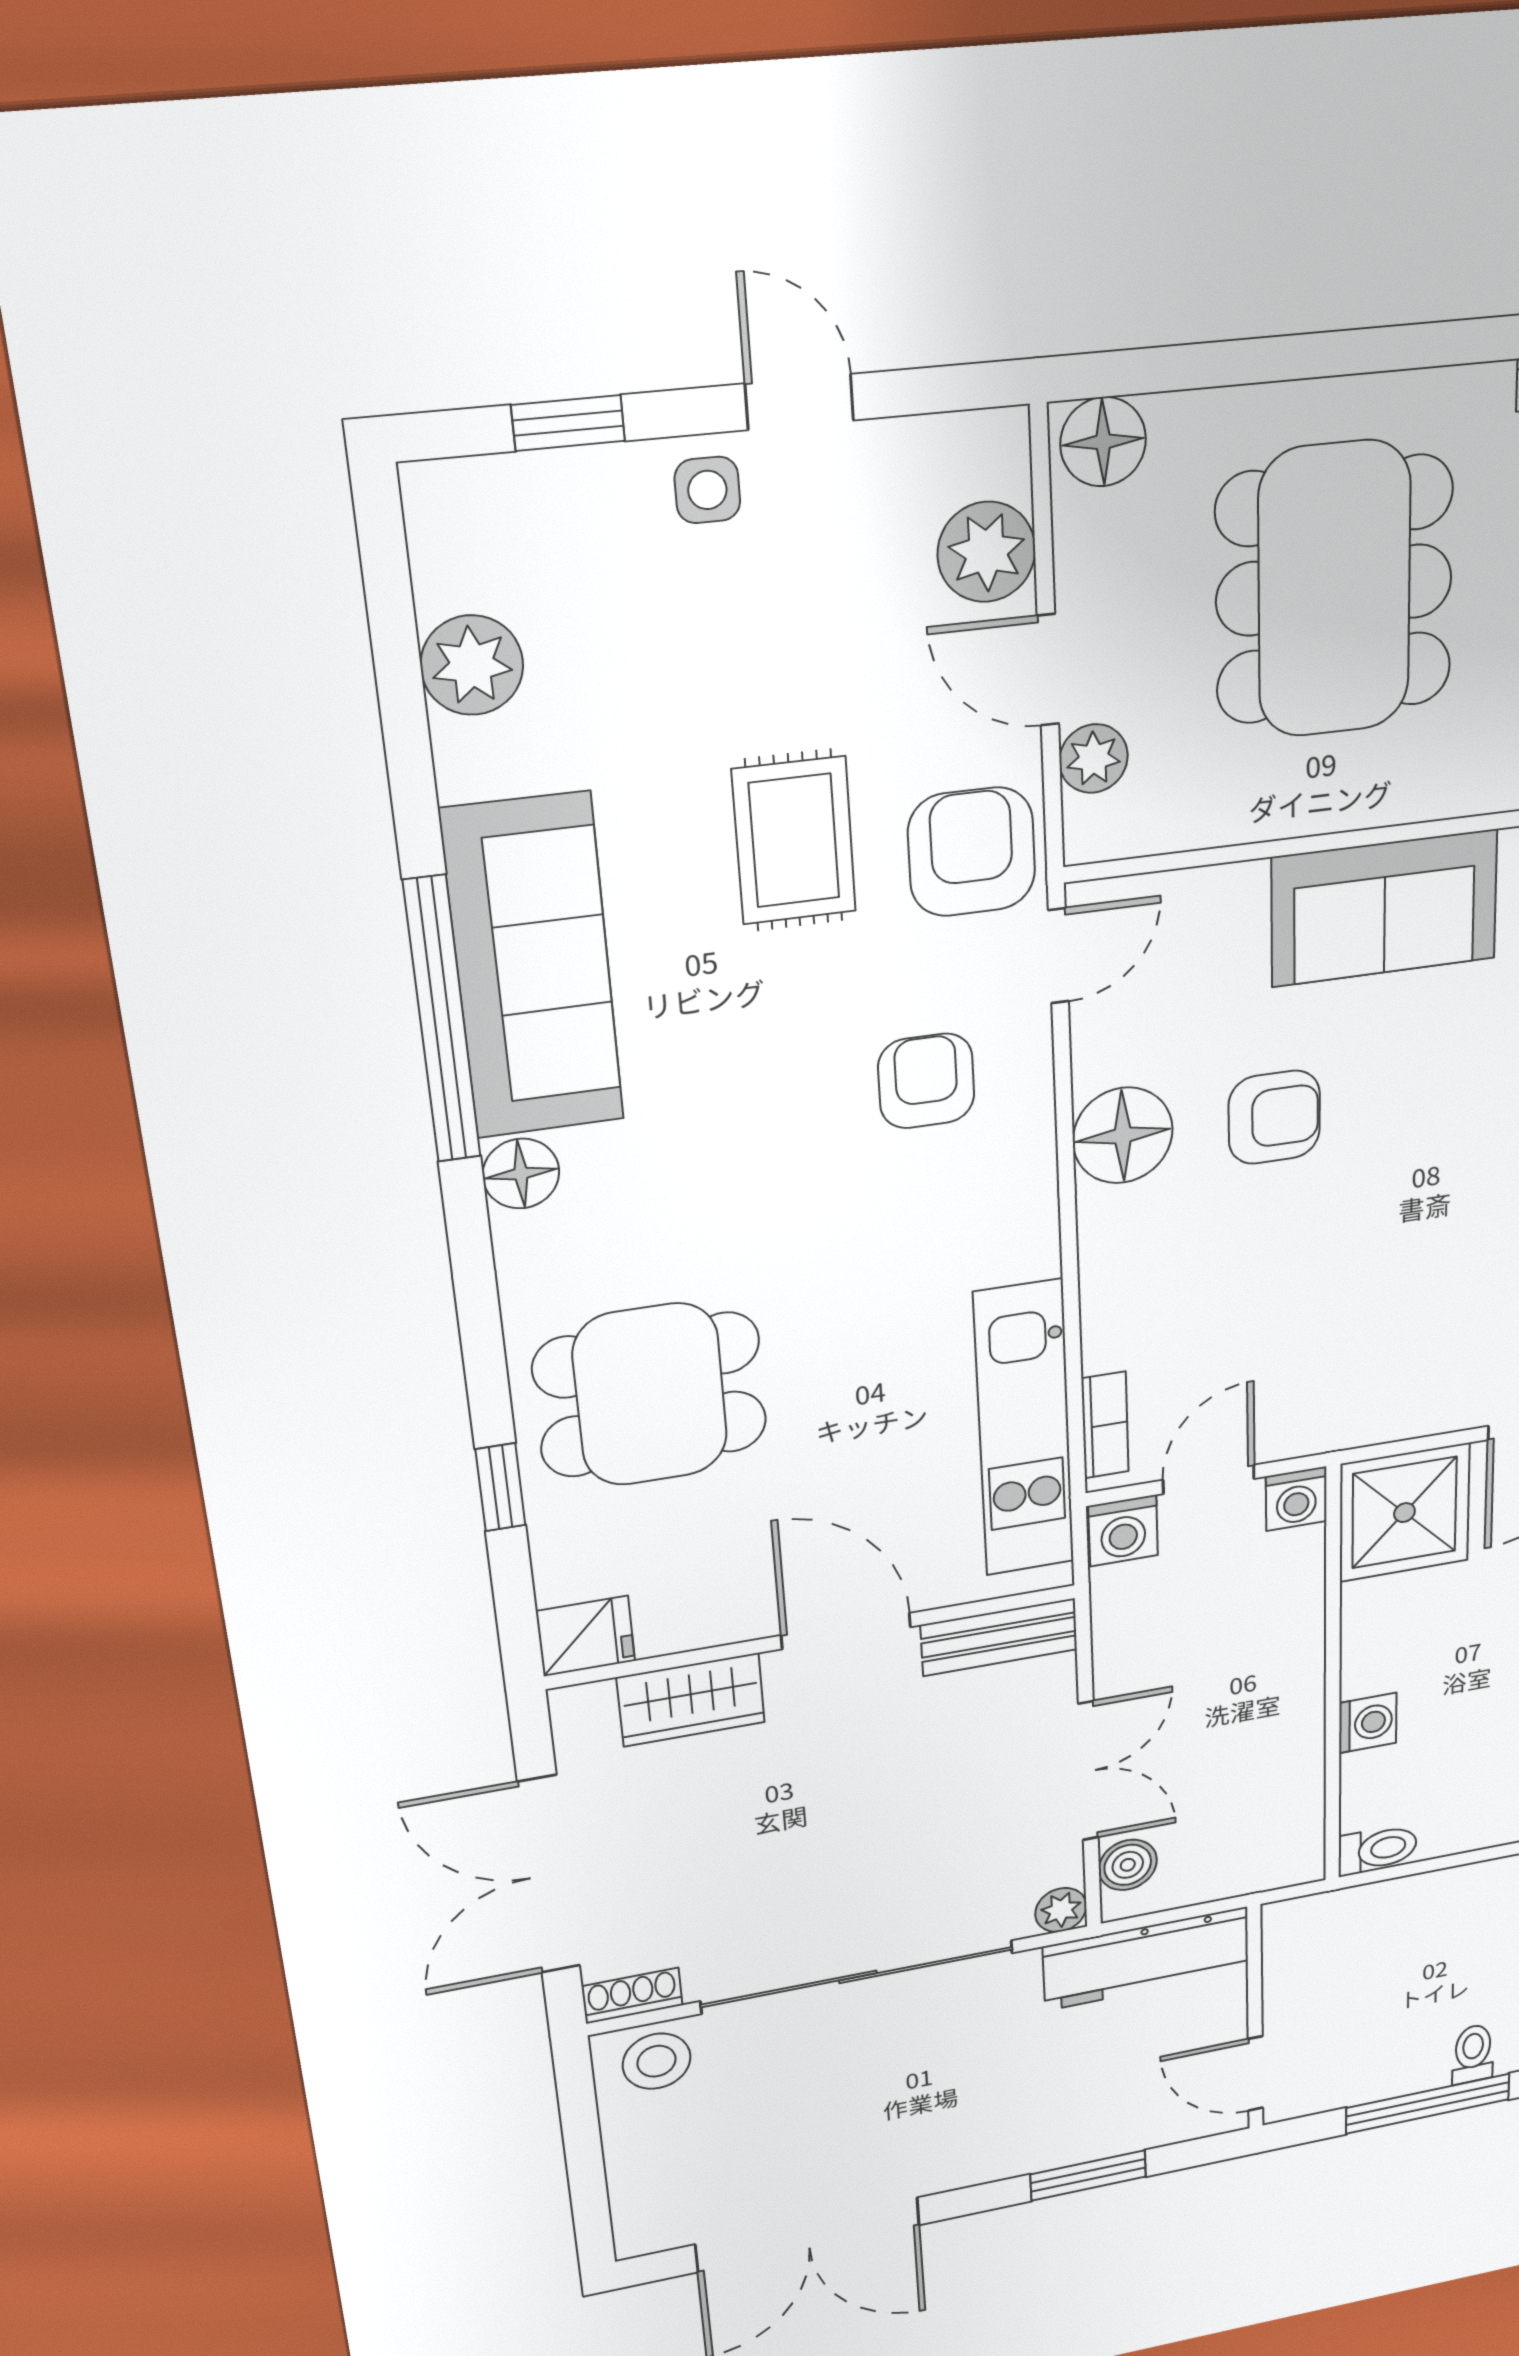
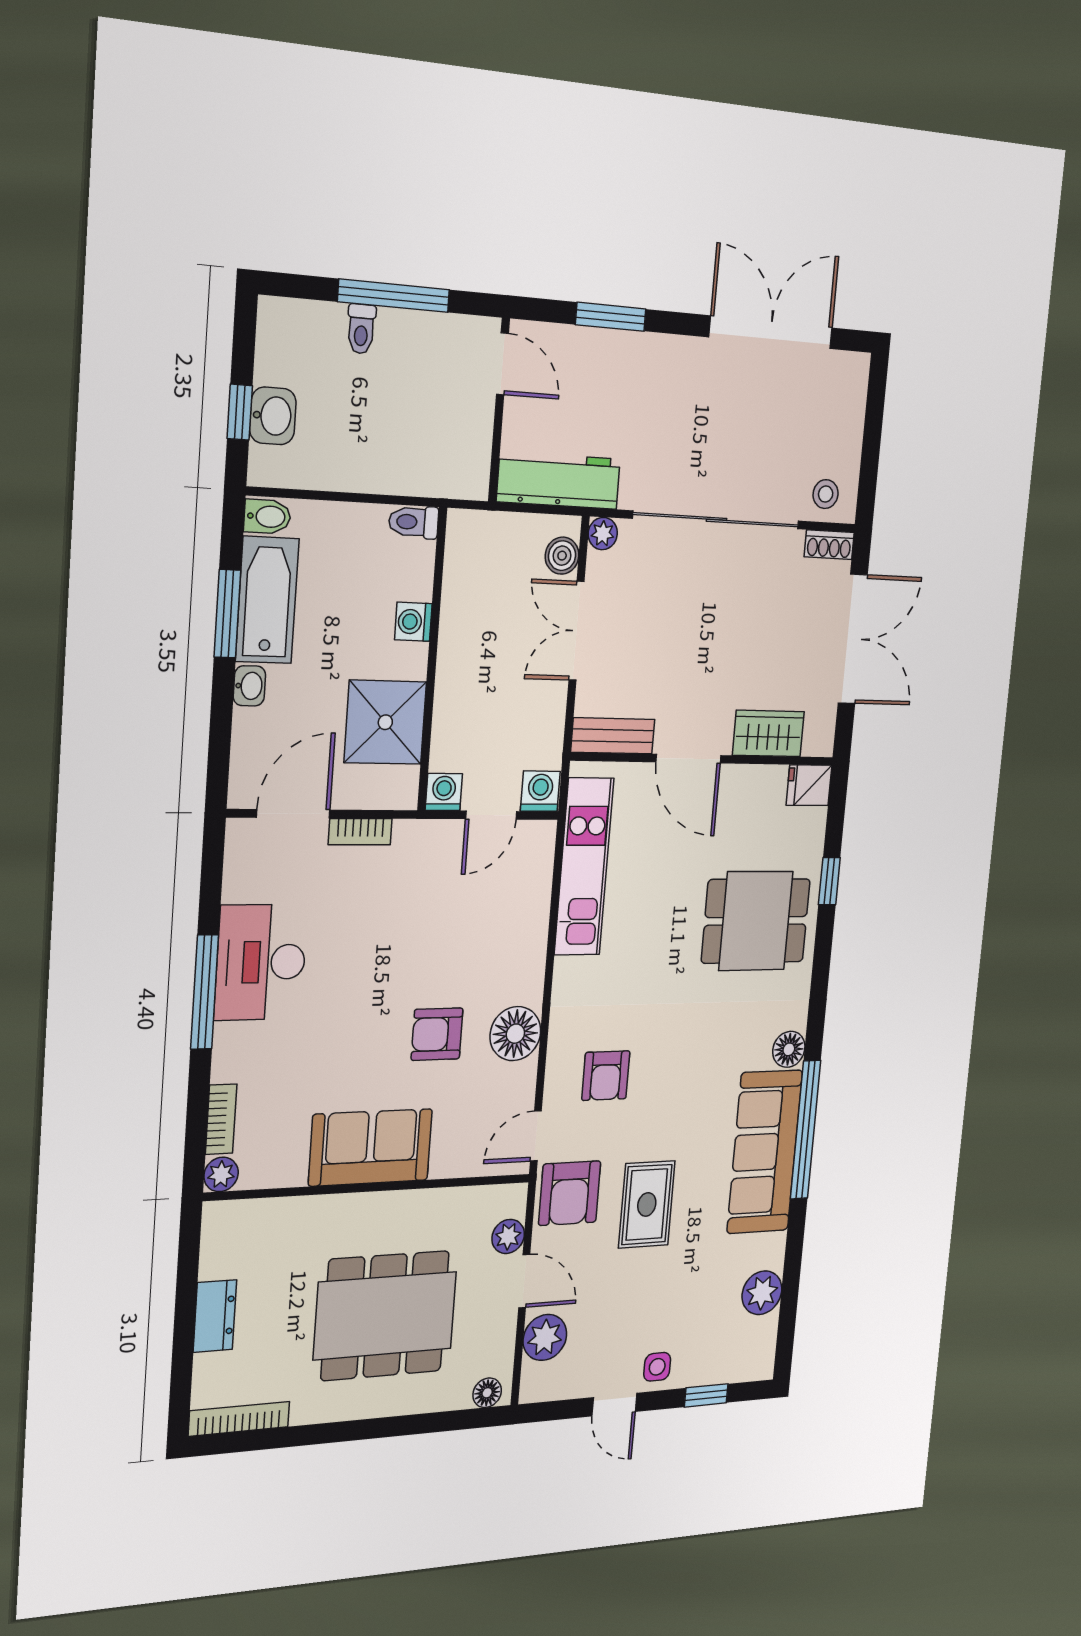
floor lamp: (1103, 442) -> (487, 1393), width x0.73, depth x0.73
dining table: (1334, 590) -> (385, 1316), turned 90
bookcase: (1105, 1425) -> (360, 832), moved, turned -90
shower: (1404, 1513) -> (385, 722), moved
stool: (657, 2061) -> (826, 494), width x0.73, depth x0.73

